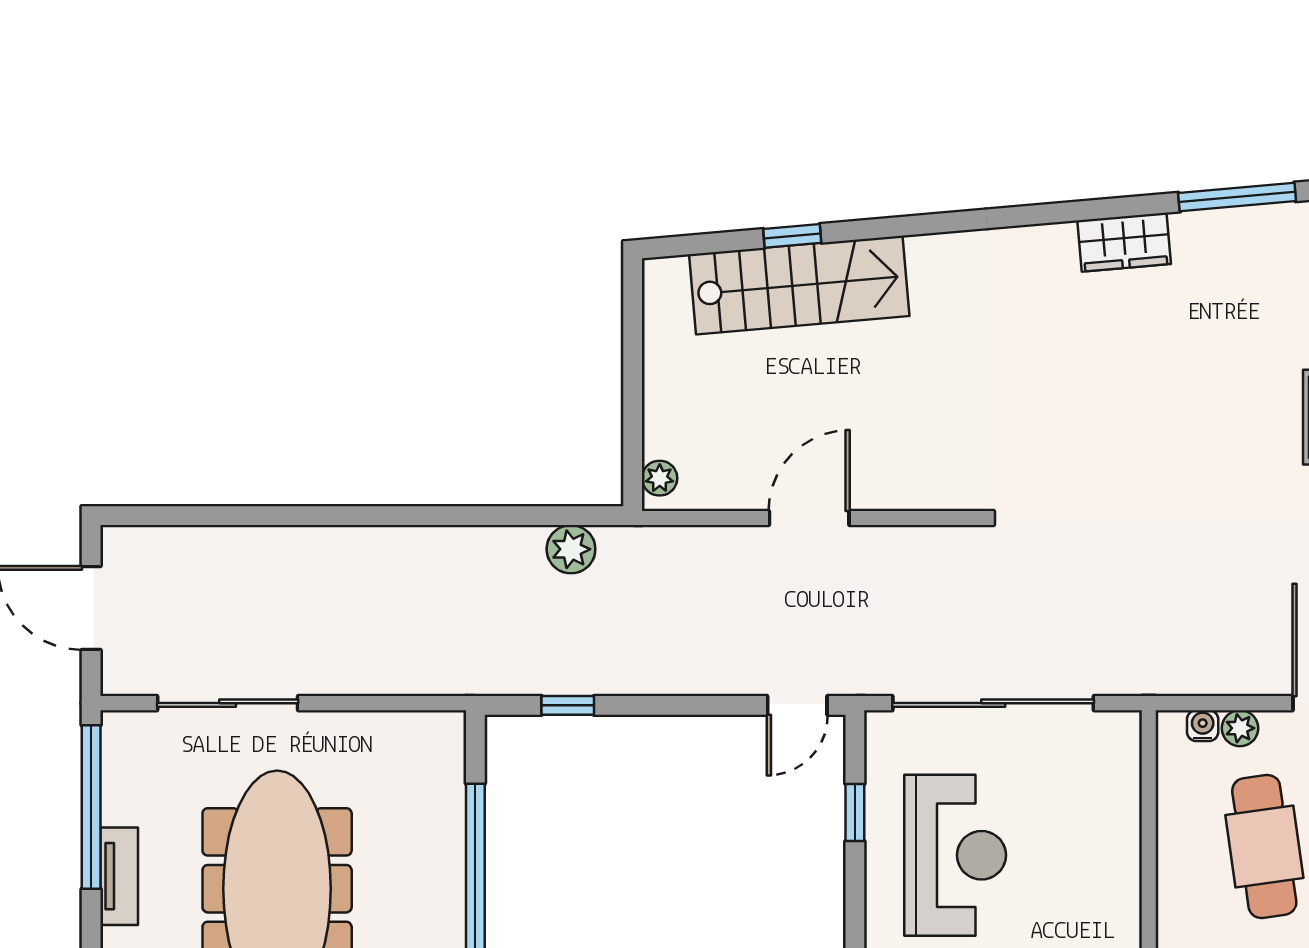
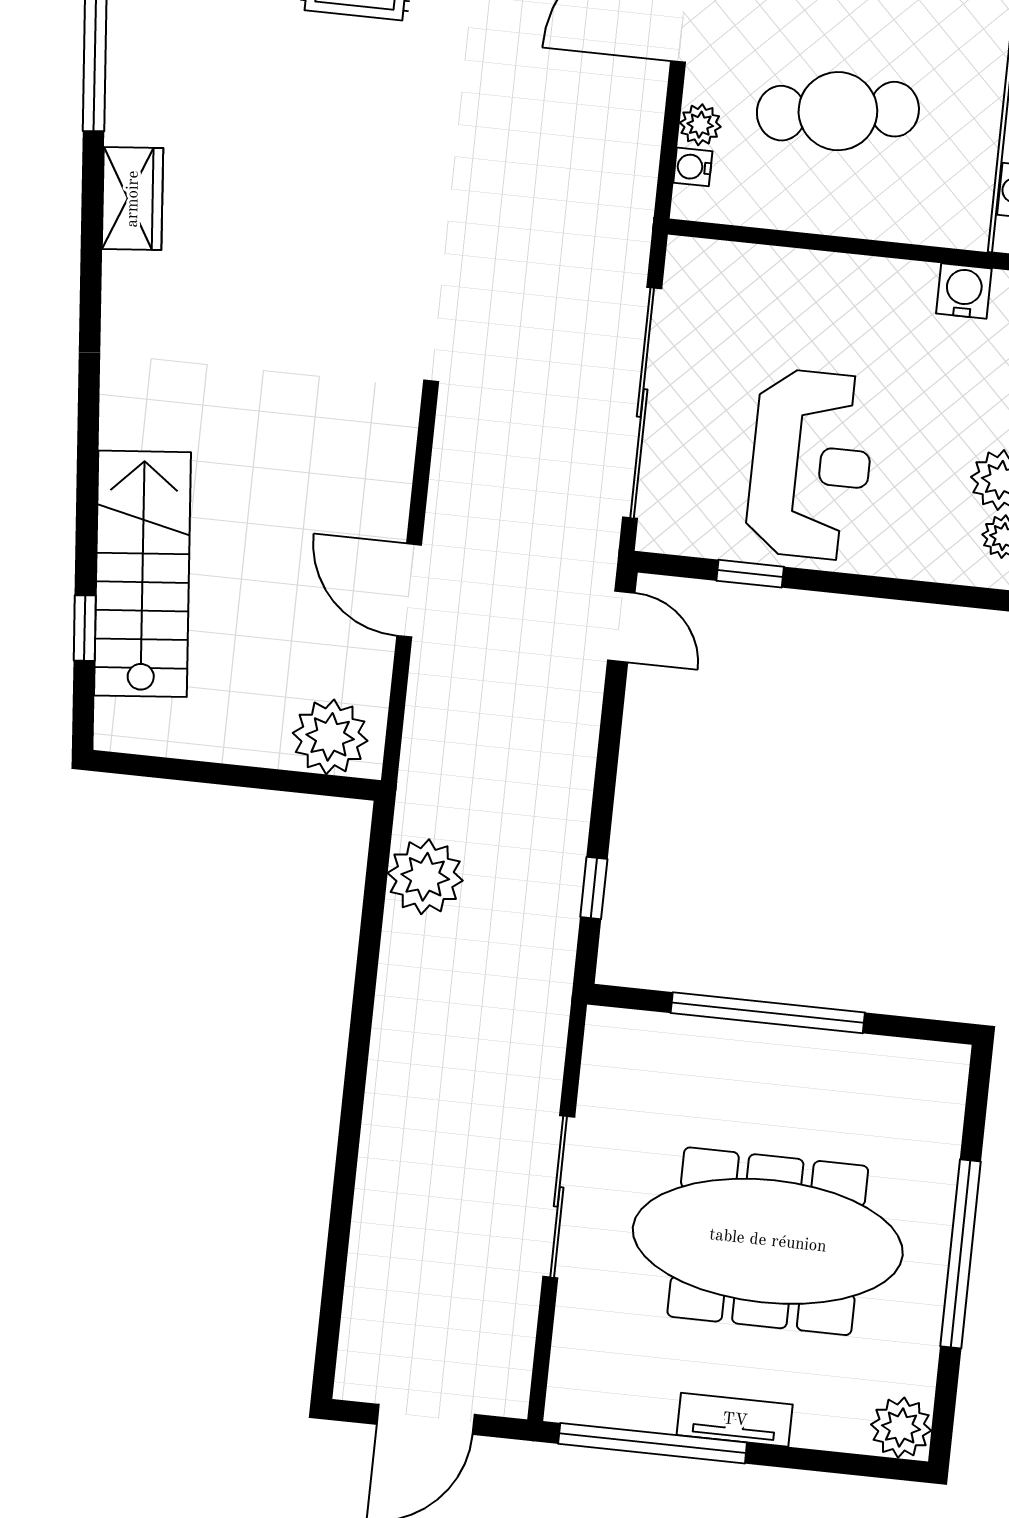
window: (792, 236) -> (85, 628), moved
plant: (660, 478) -> (330, 737), width x1.88, depth x1.88
plant: (571, 549) -> (425, 877), width x1.36, depth x1.36
sliding door: (228, 703) -> (559, 1197), moved
reception desk: (955, 855) -> (811, 465), turned 90

